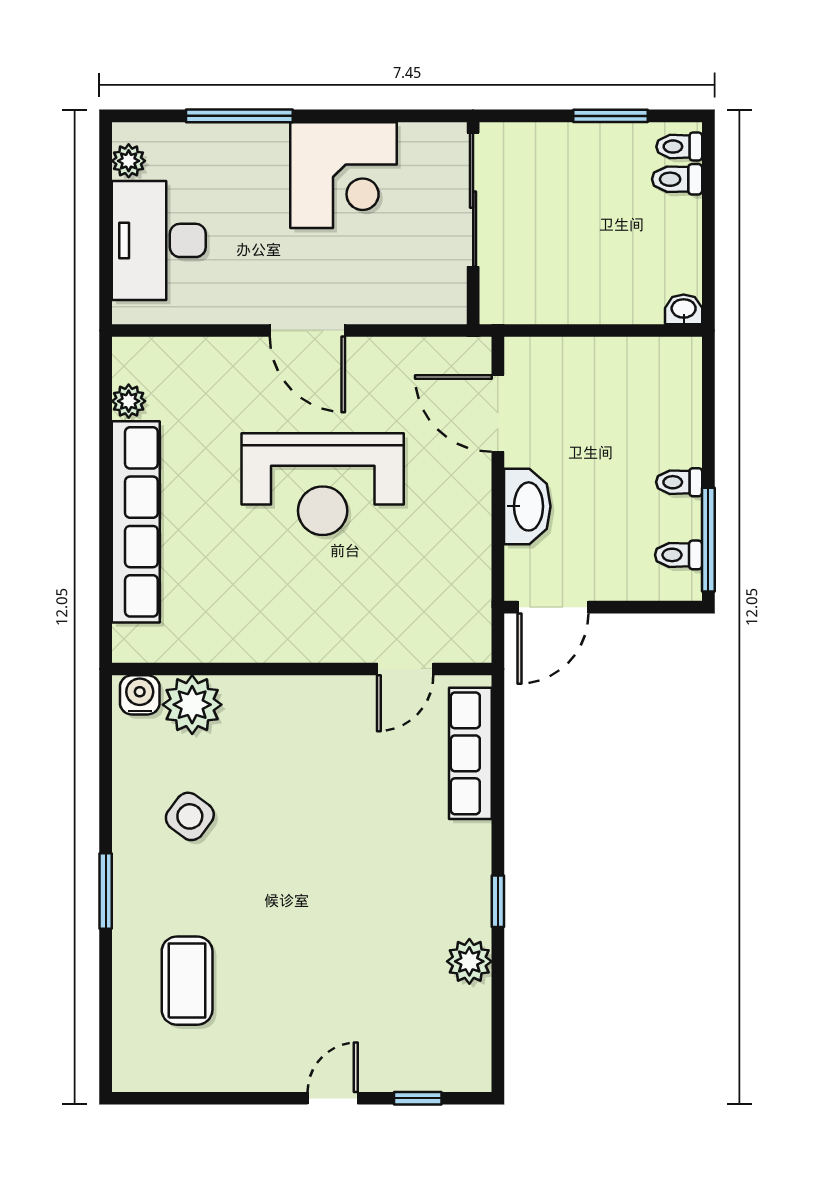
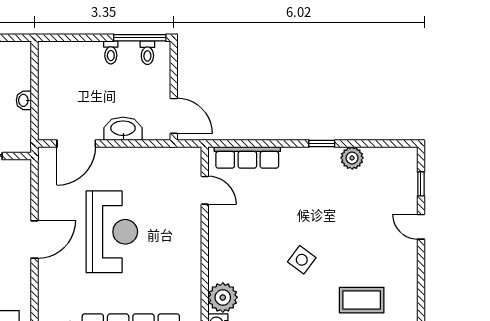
washbasin: (684, 309) -> (24, 100), moved
side table: (190, 816) -> (302, 260), moved

